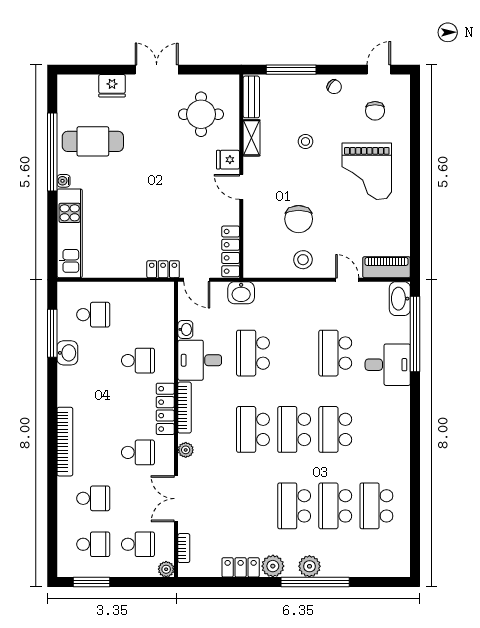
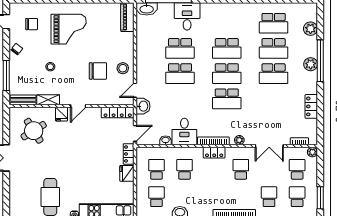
fridge: (112, 86) -> (127, 173), moved, turned 180
round table: (201, 114) -> (34, 131), turned -32
door: (347, 280) -> (135, 90), moved
school desk: (138, 315) -> (156, 169), added
school desk: (253, 353) -> (180, 74), moved
locker: (165, 409) -> (214, 153), width x0.66
plant: (273, 566) -> (310, 29), moved

